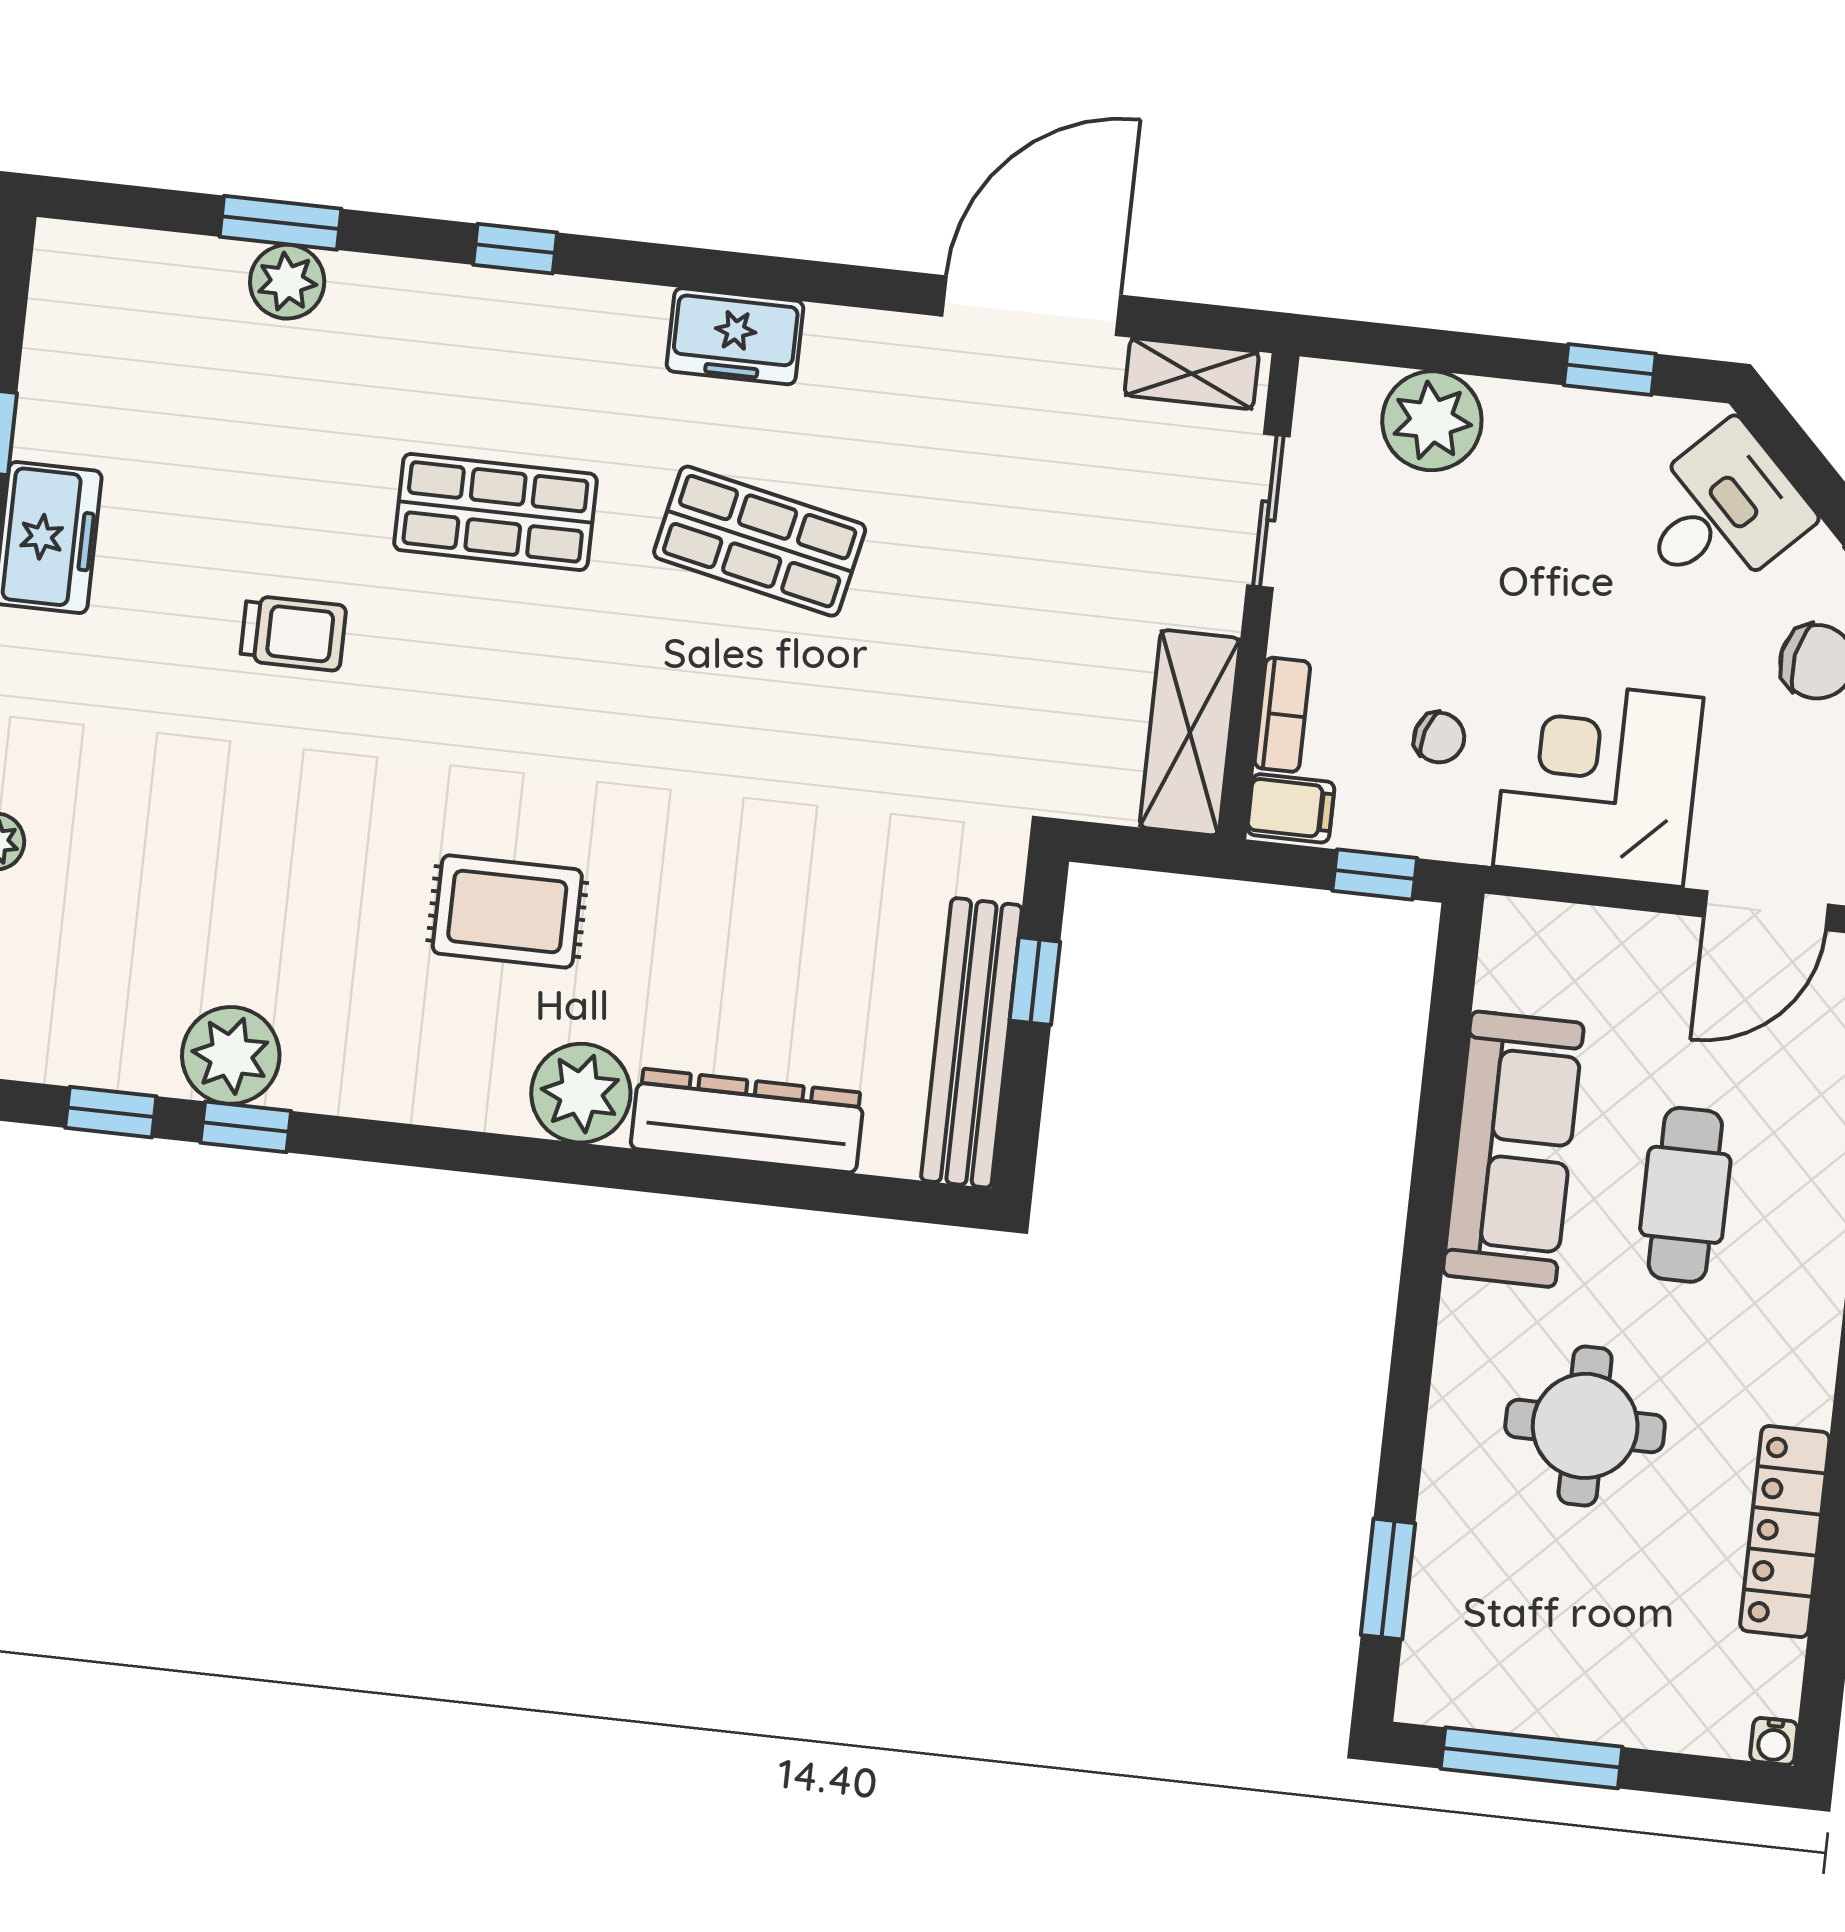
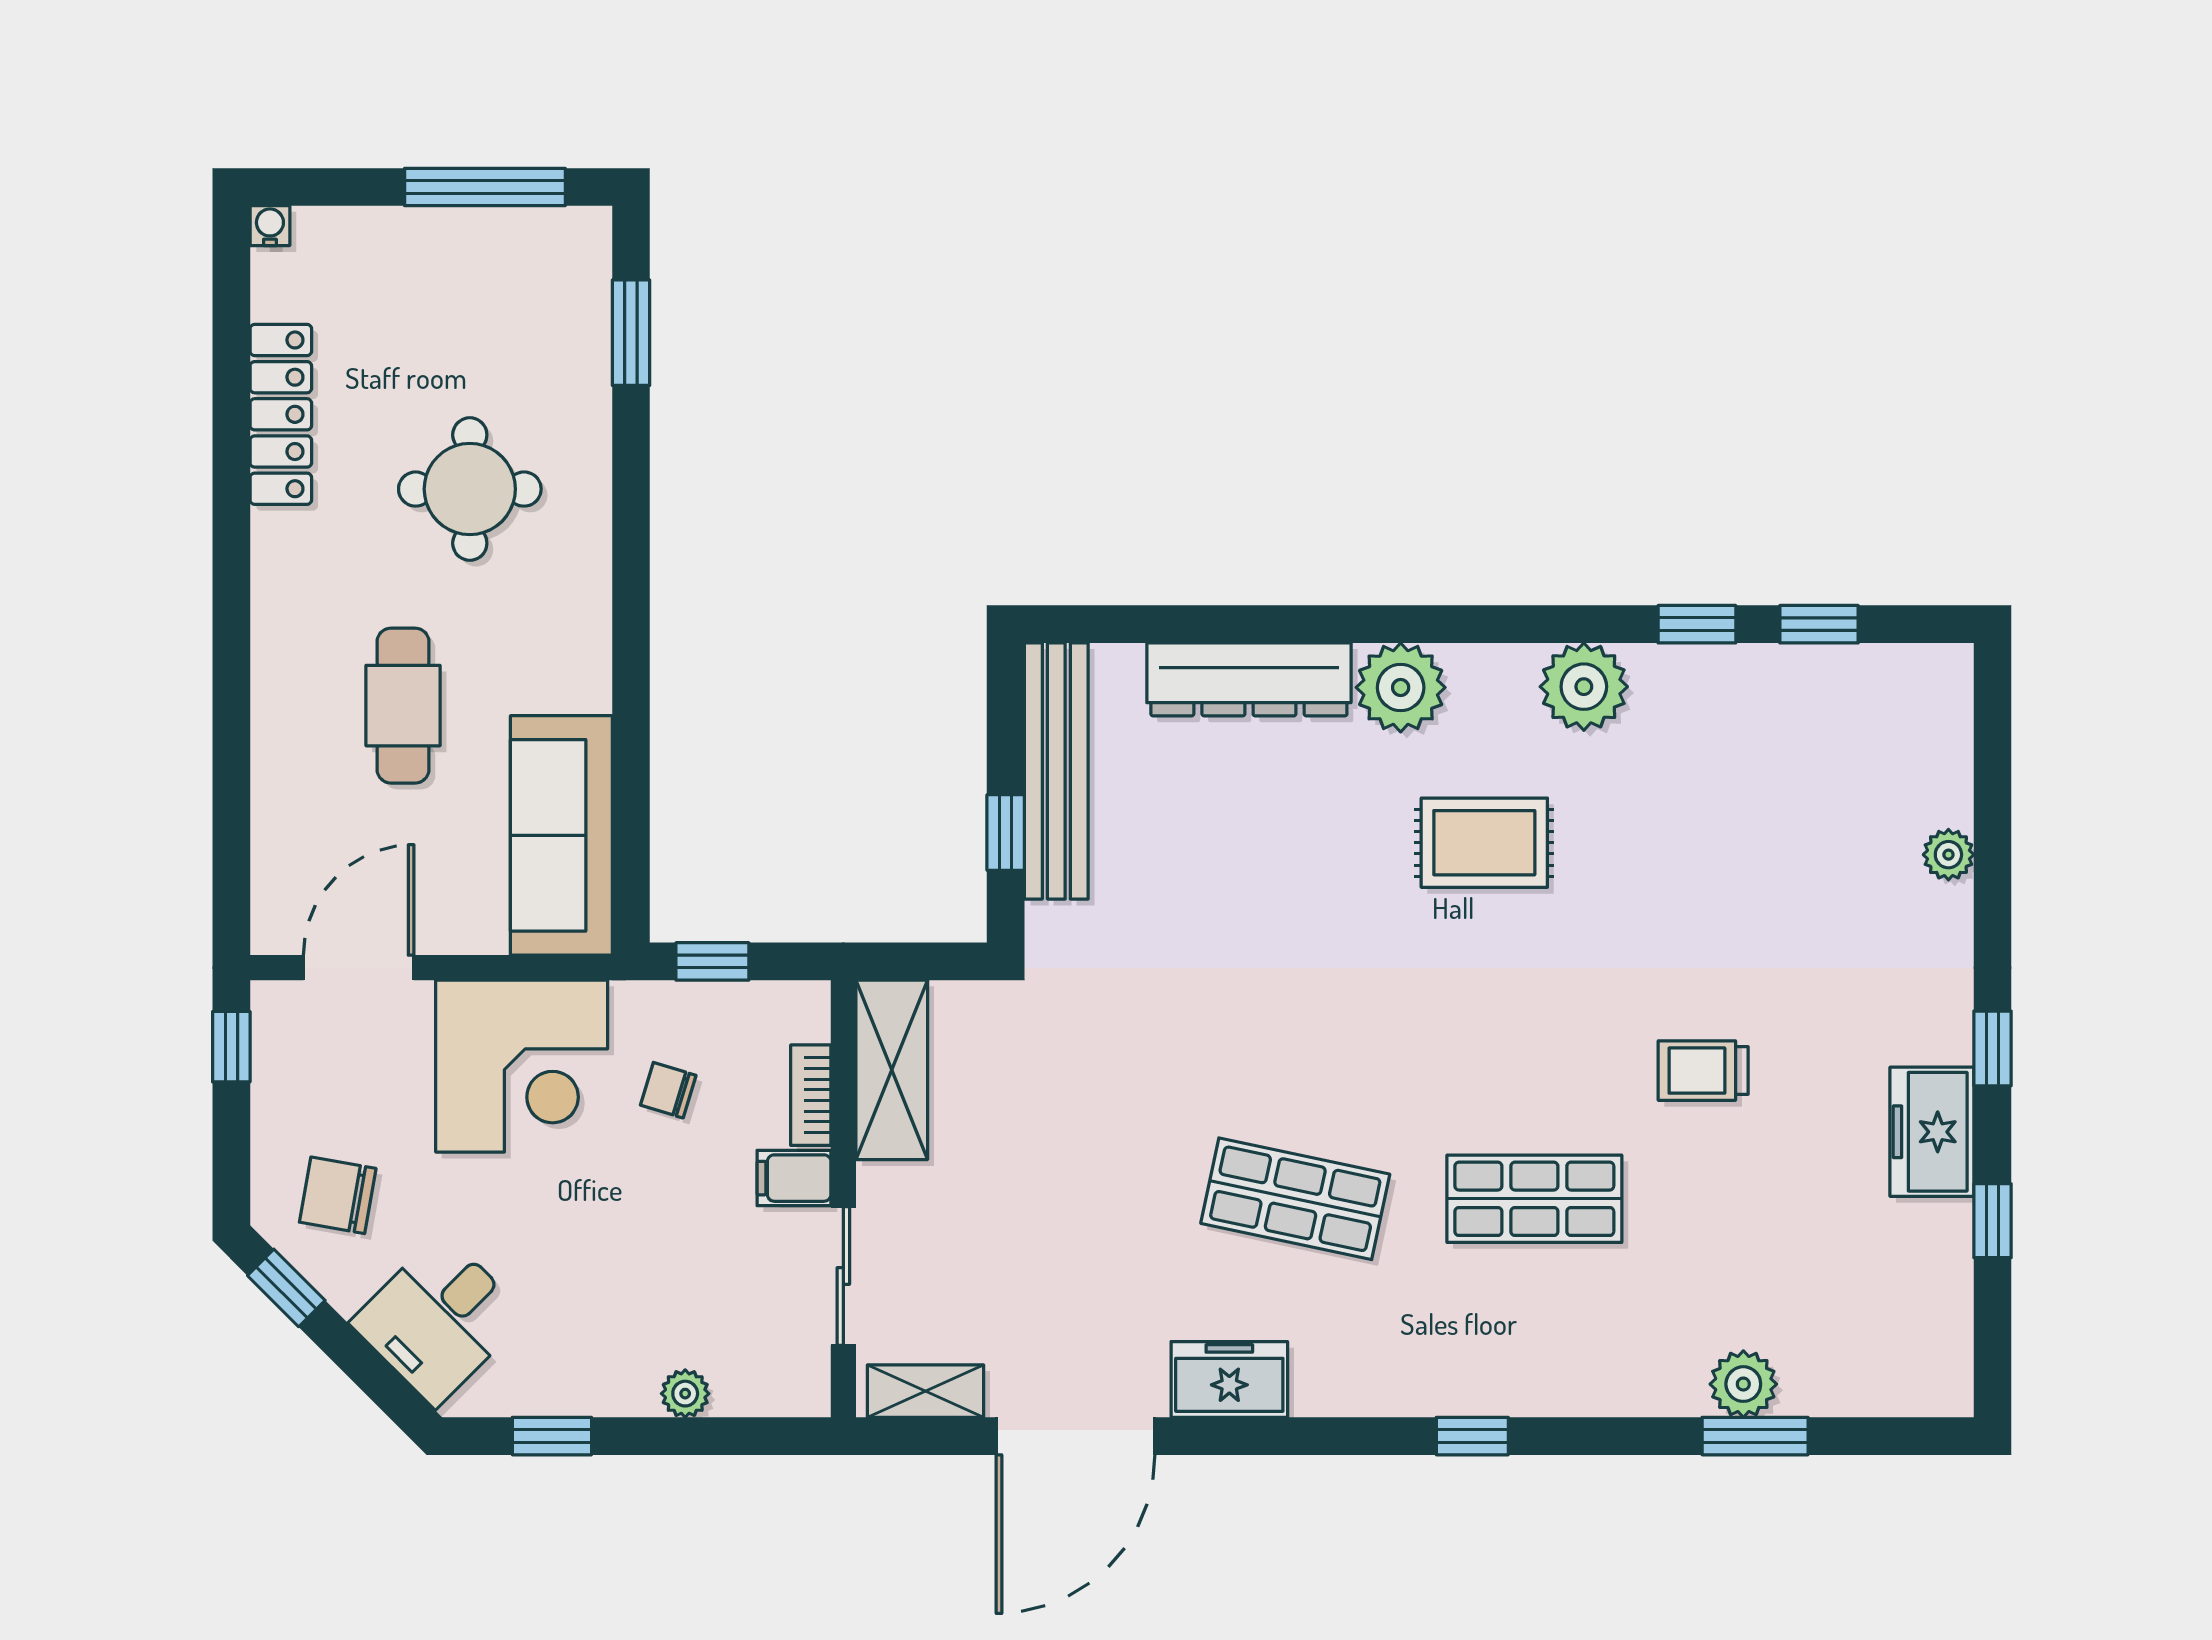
window: (515, 249) -> (1472, 1436), moved
freezer: (735, 336) -> (1229, 1379), moved
plant: (1432, 421) -> (685, 1394), width x0.53, depth x0.53
filing cabinet: (1291, 808) -> (794, 1178), moved
plant: (231, 1055) -> (1584, 687), moved
sofa: (1513, 1149) -> (561, 835), moved

